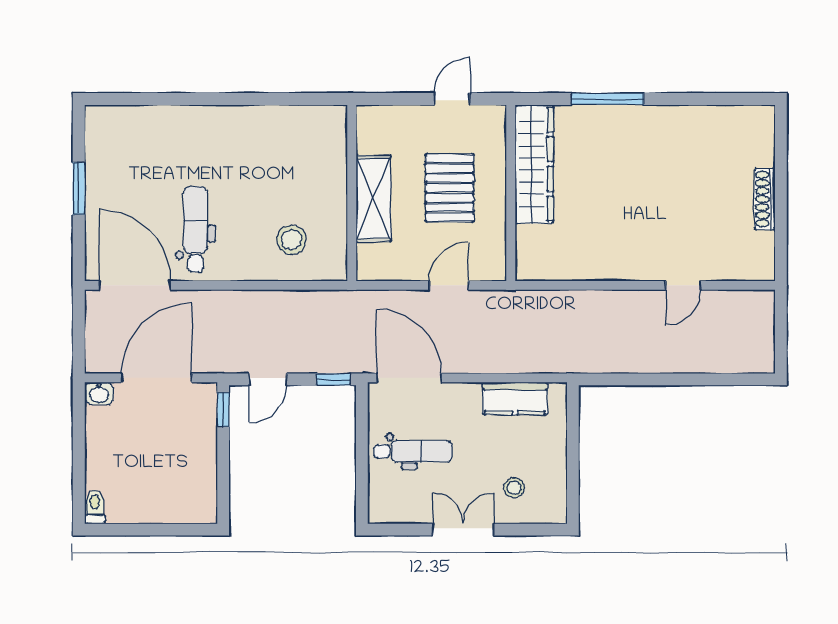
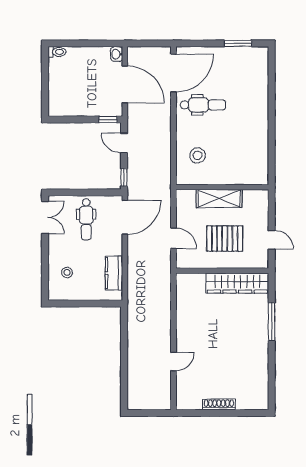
window: (79, 188) -> (238, 43), moved
door: (683, 285) -> (173, 361), swing flipped
double door: (463, 530) -> (45, 217), moved

